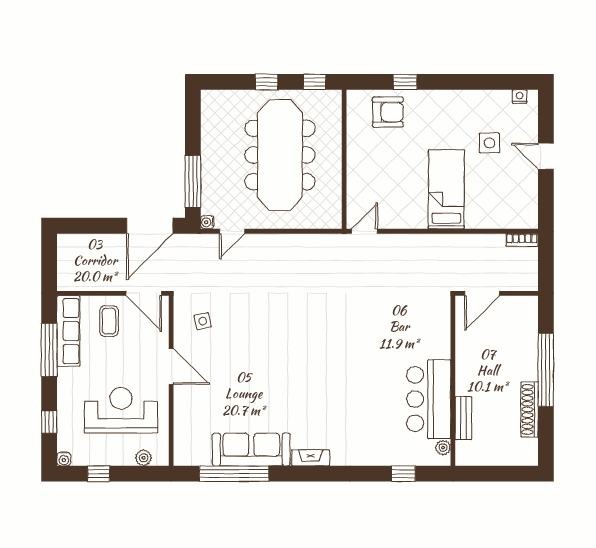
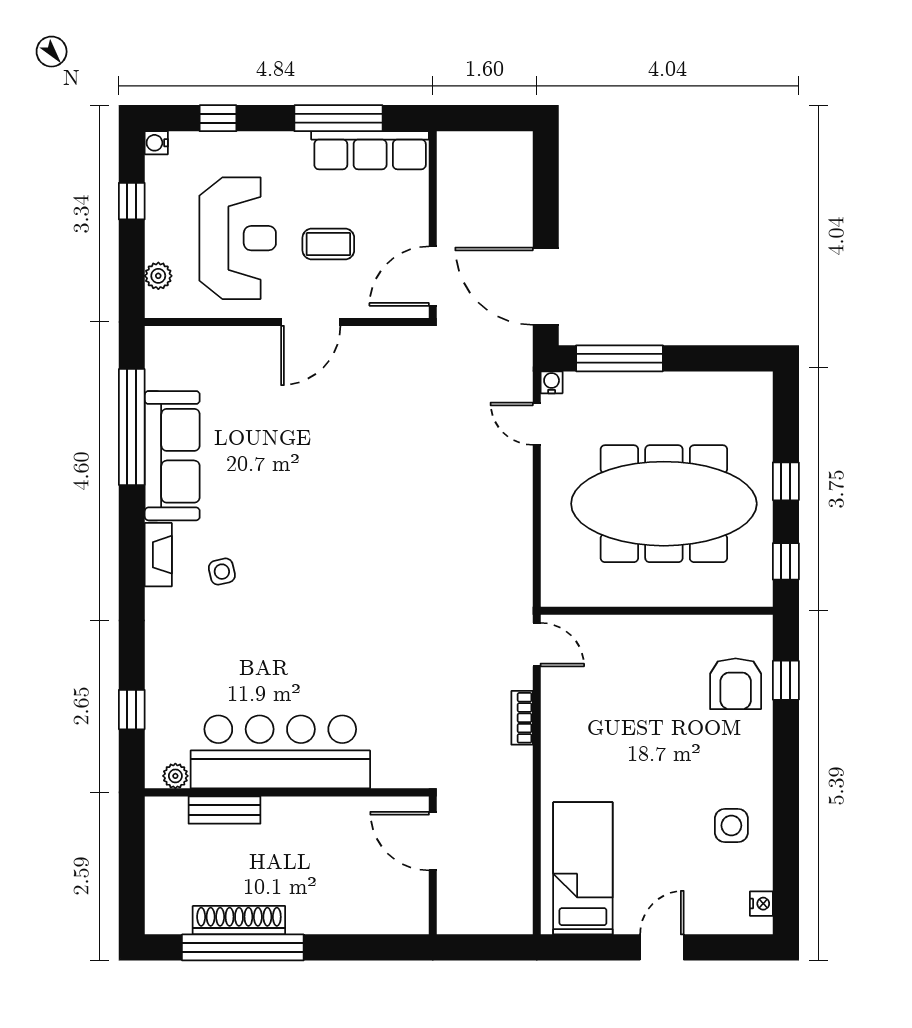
window: (405, 82) -> (786, 680), moved
side table: (489, 143) -> (731, 825), moved
bed: (446, 189) -> (583, 868), moved, turned -90
bookcase: (522, 240) -> (522, 718), moved
coffee table: (109, 321) -> (328, 244), moved
side table: (203, 321) -> (222, 572), moved
window: (546, 370) -> (243, 947), moved
bar counter: (429, 399) -> (280, 752), width x1.36

